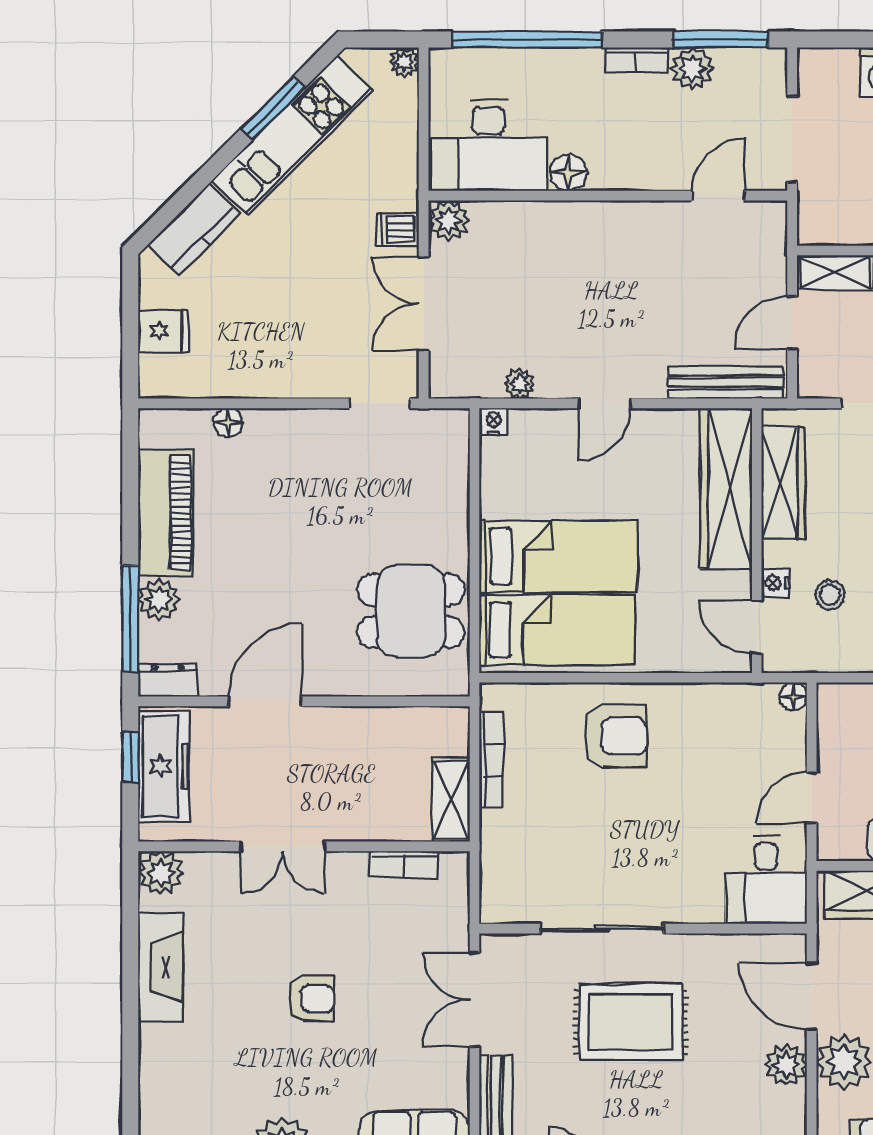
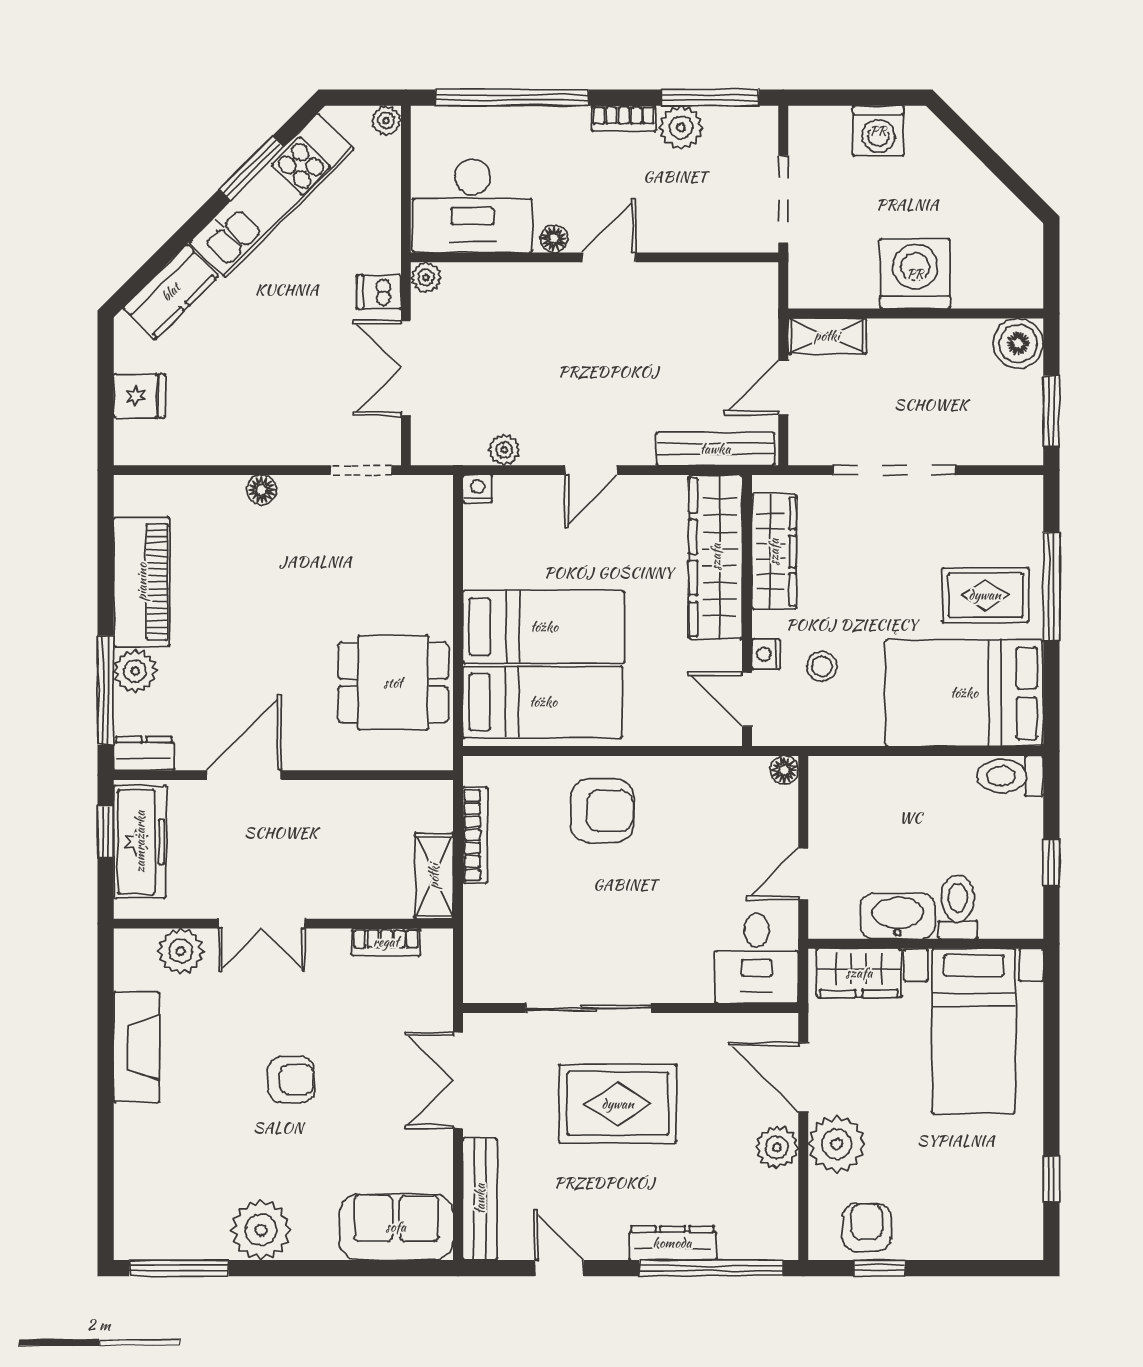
floor lamp: (568, 172) -> (554, 239), width x0.73, depth x0.73
door: (718, 196) -> (609, 257), moved
plant: (449, 221) -> (426, 277), width x0.73, depth x0.73
floor lamp: (228, 423) -> (262, 490), moved
plant: (161, 873) -> (181, 951), moved

